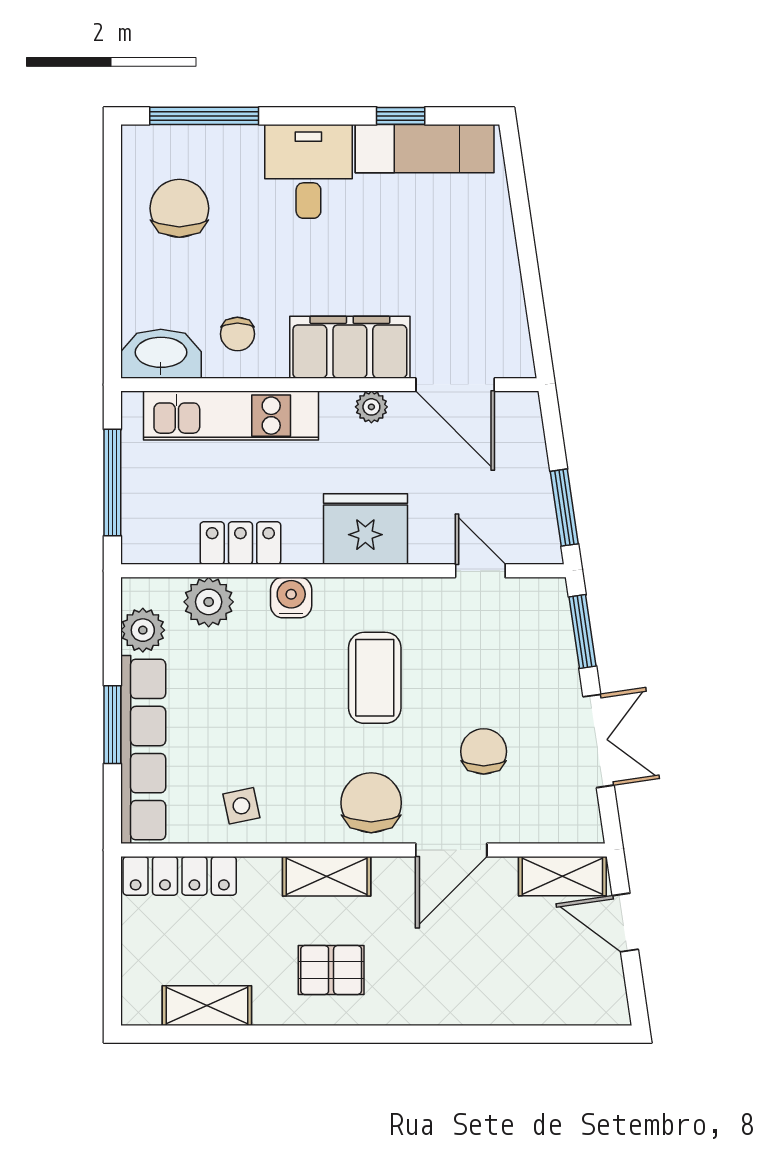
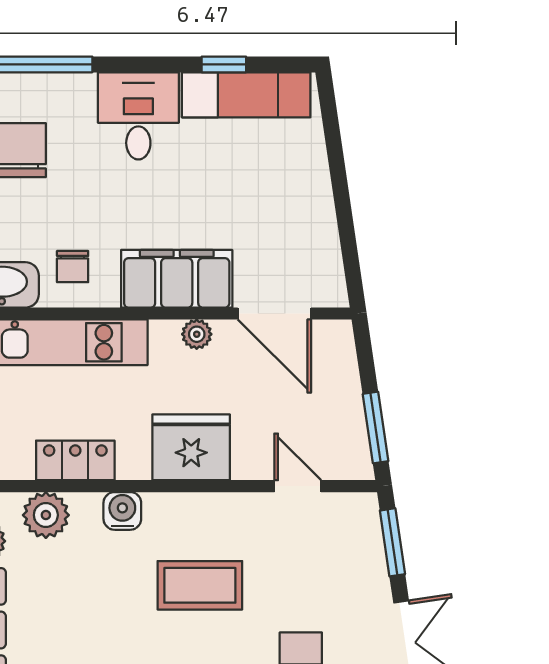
coffee table: (375, 678) -> (200, 585), turned 90

